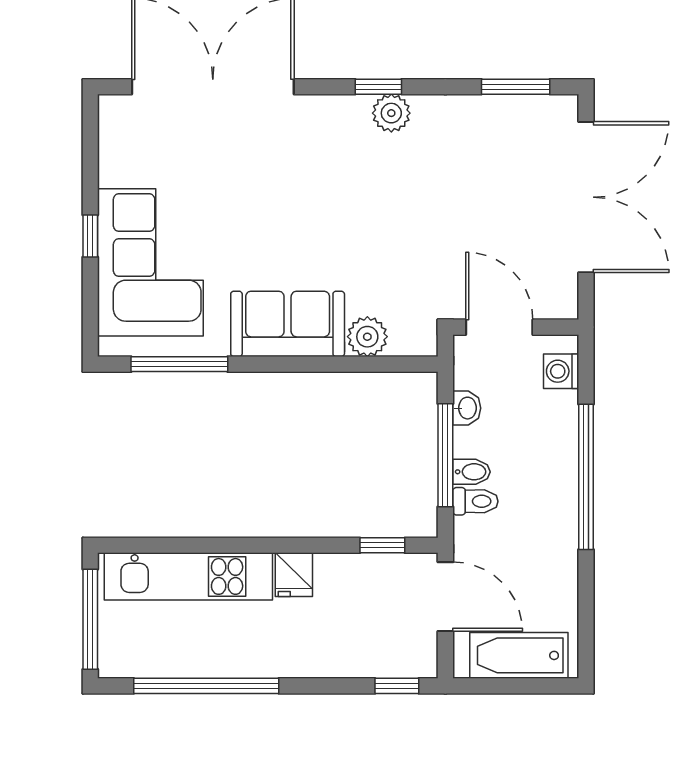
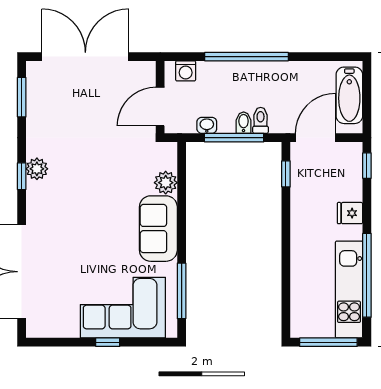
fridge: (294, 575) -> (350, 213), moved, turned 180
kitchen unit: (188, 576) -> (349, 289), moved, turned 180

